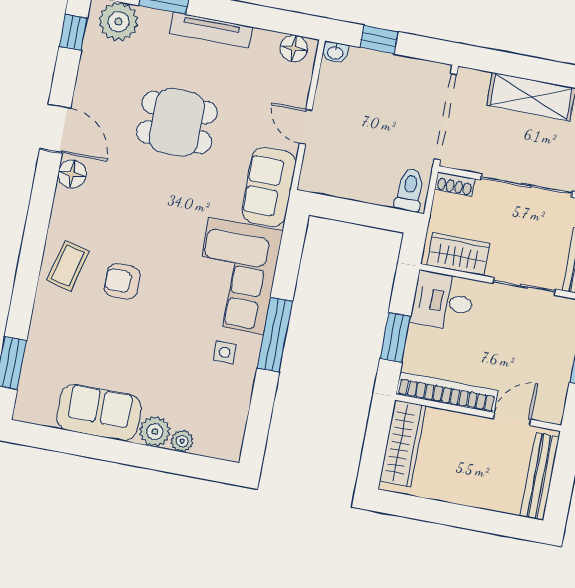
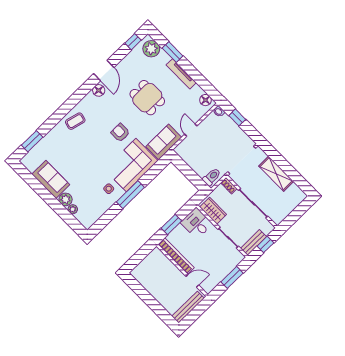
armchair: (122, 281) -> (120, 133), moved
wardrobe: (403, 443) -> (149, 263), removed

